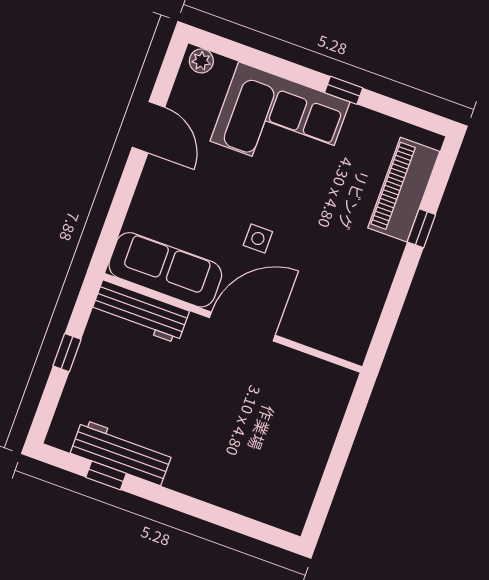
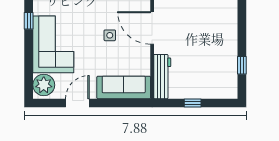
plant: (201, 61) -> (44, 85), width x1.88, depth x1.88
sofa: (165, 270) -> (124, 87), moved, turned 90
workbench: (122, 452) -> (229, 62), removed

